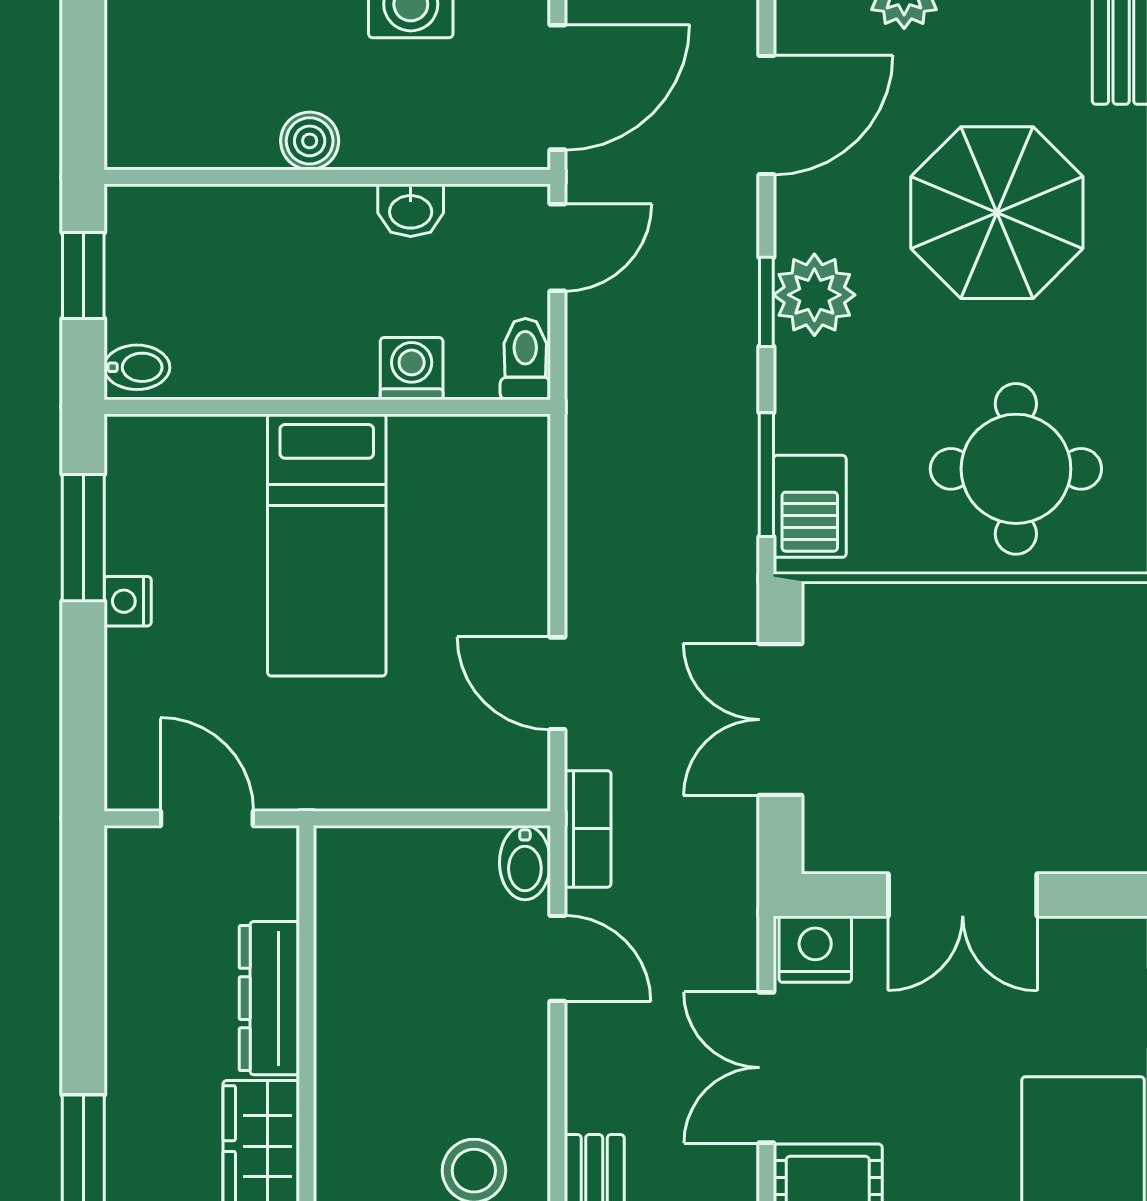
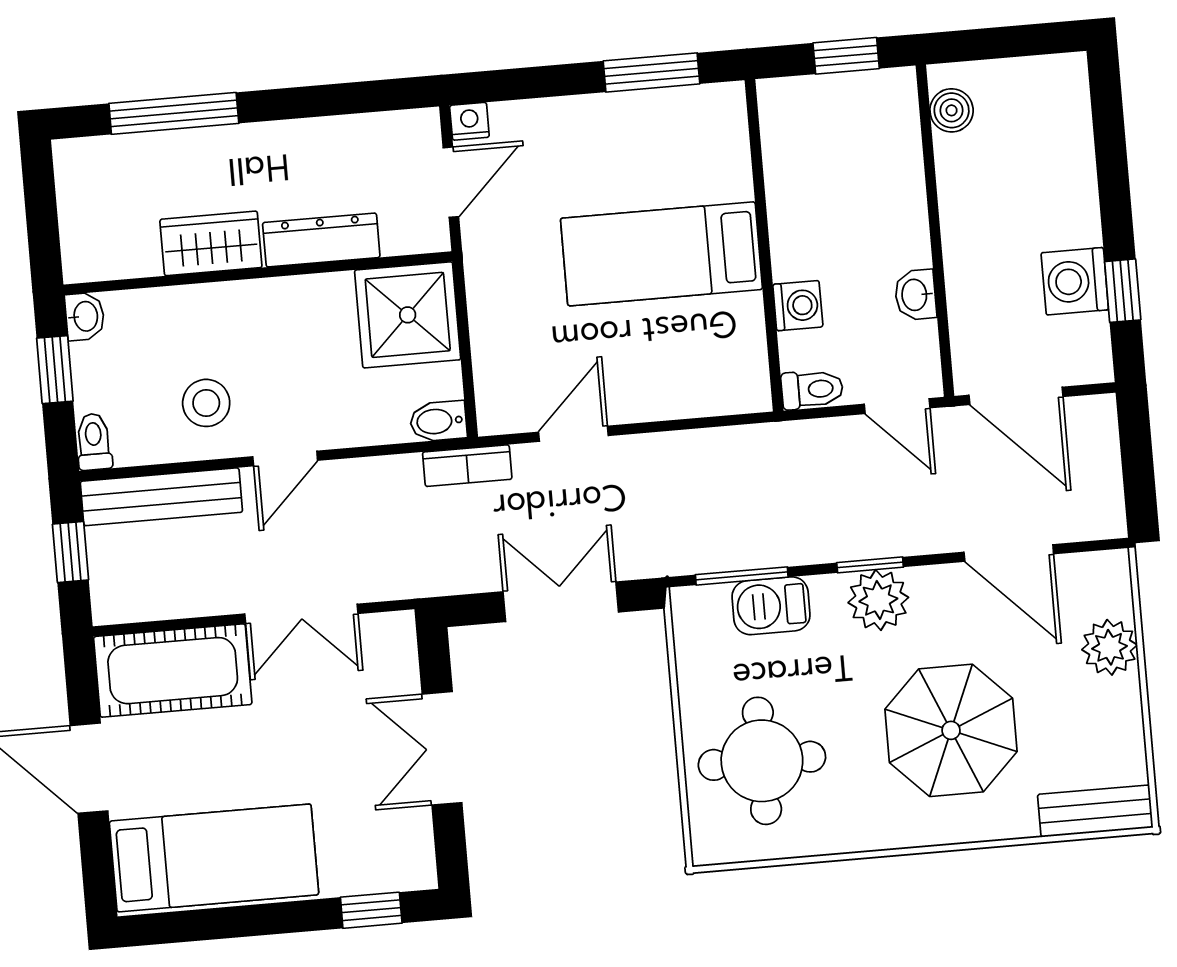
boiler: (310, 141) -> (952, 110), moved
bidet: (137, 367) -> (781, 102), removed
barbecue: (810, 506) -> (771, 606), moved
nightstand: (128, 601) -> (469, 121), moved
shower: (379, 891) -> (408, 315), added
nightstand: (815, 949) -> (392, 642), removed
door: (557, 958) -> (285, 459), moved
double door: (766, 1068) -> (301, 614), swing flipped

